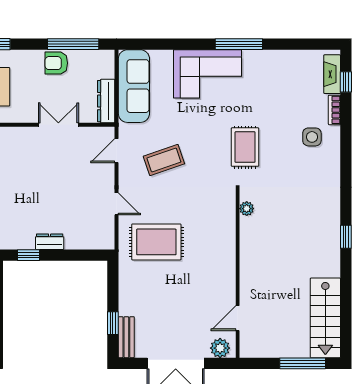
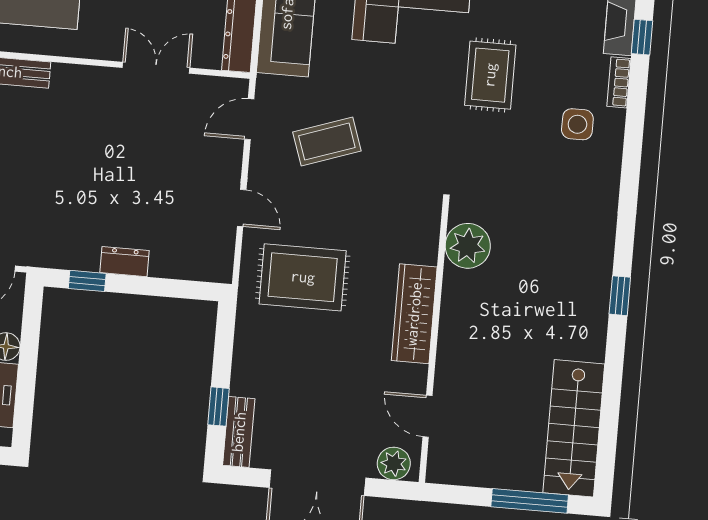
rug: (245, 147) -> (490, 75), moved
plant: (247, 209) -> (468, 246), width x1.88, depth x1.88
wardrobe: (225, 258) -> (414, 314), added
door: (238, 318) -> (427, 416), hinge flipped

